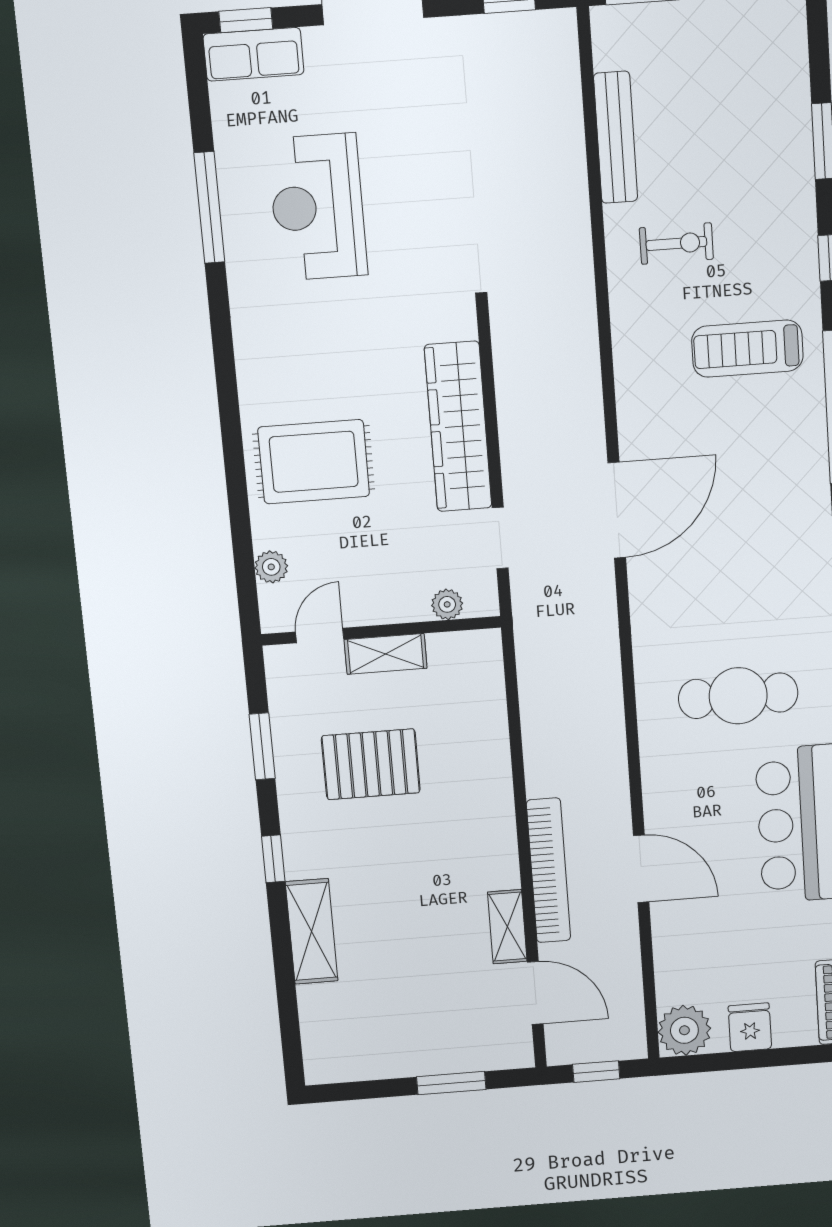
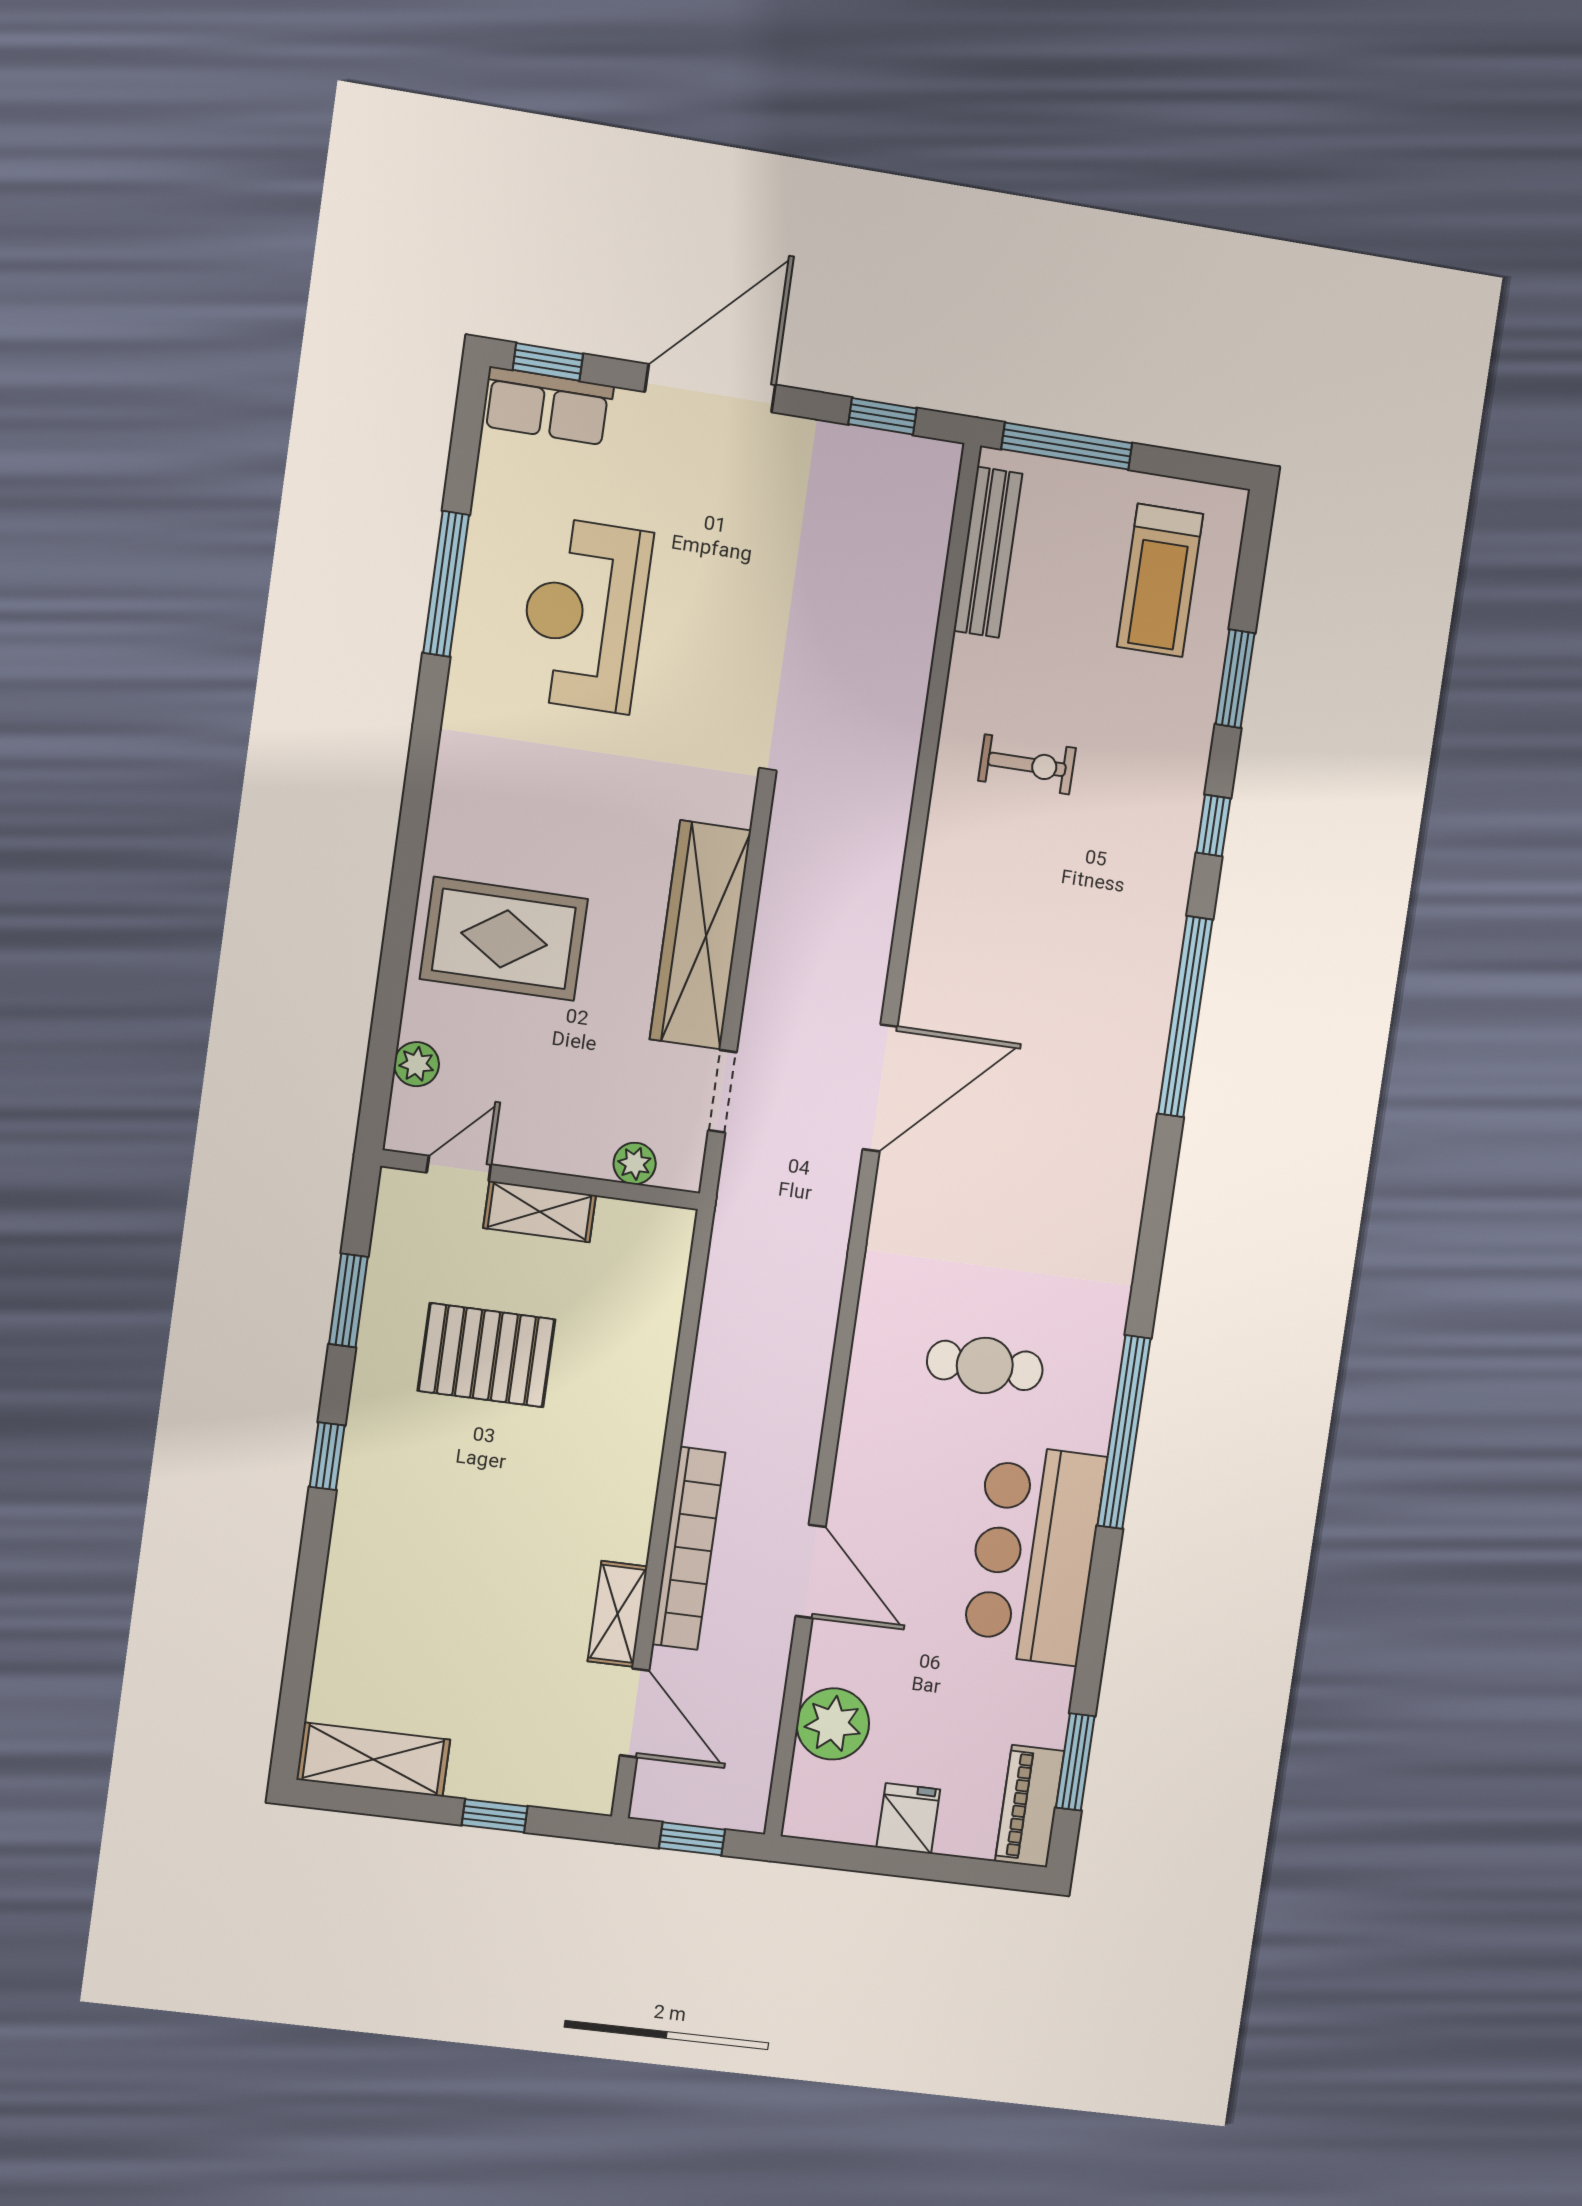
bench: (616, 137) -> (988, 552), moved
treadmill: (747, 349) -> (1160, 580), moved, turned -90
cafe table: (738, 696) -> (985, 1365), width x0.73, depth x0.74
shelving: (312, 931) -> (373, 1760), moved, turned 90
plant: (684, 1030) -> (833, 1724), moved
window: (451, 1083) -> (495, 1816), width x0.67

